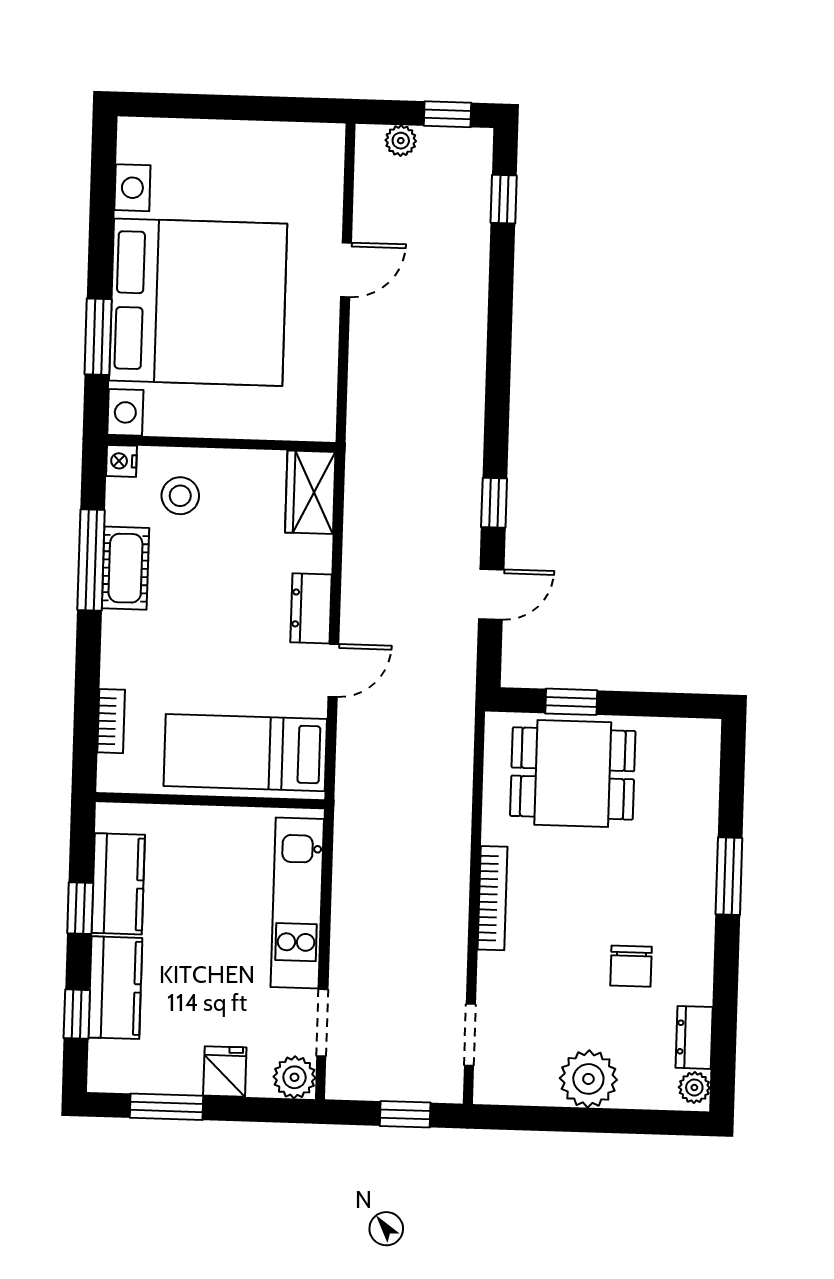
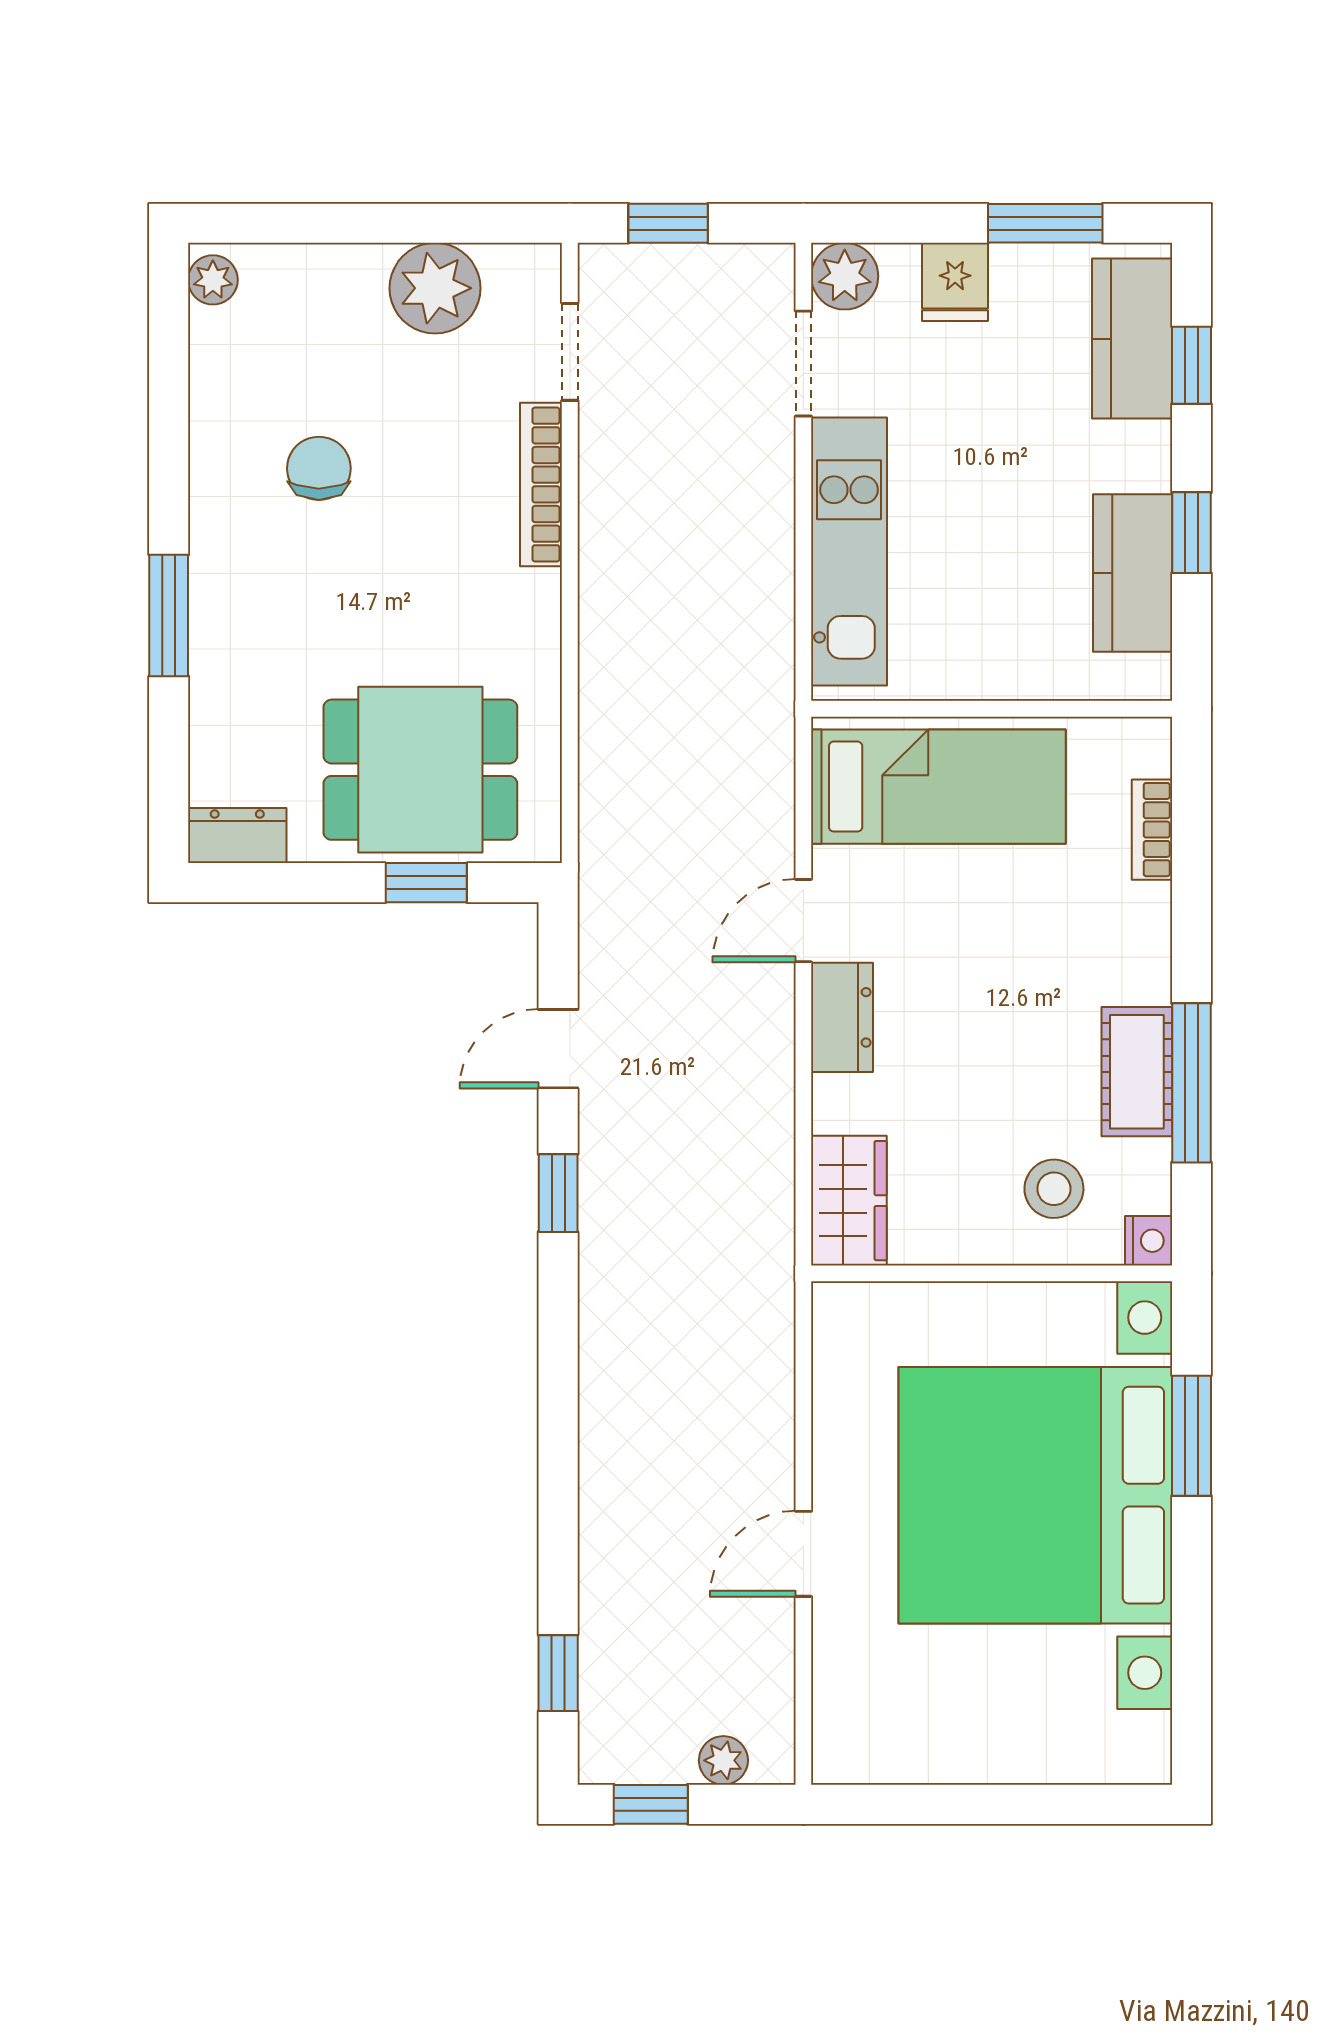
bookcase: (492, 898) -> (541, 485), moved
kitchen counter: (115, 988) -> (1132, 339), moved
dresser: (694, 1037) -> (237, 836), moved, turned -90
plant: (588, 1079) -> (435, 288), moved

